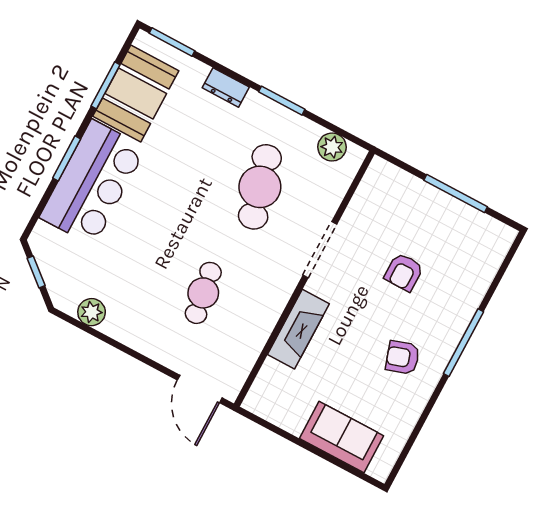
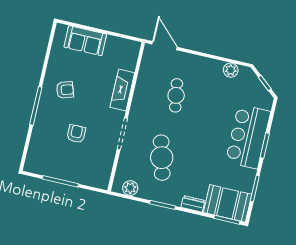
booth: (136, 94) -> (228, 203), moved, turned 90

